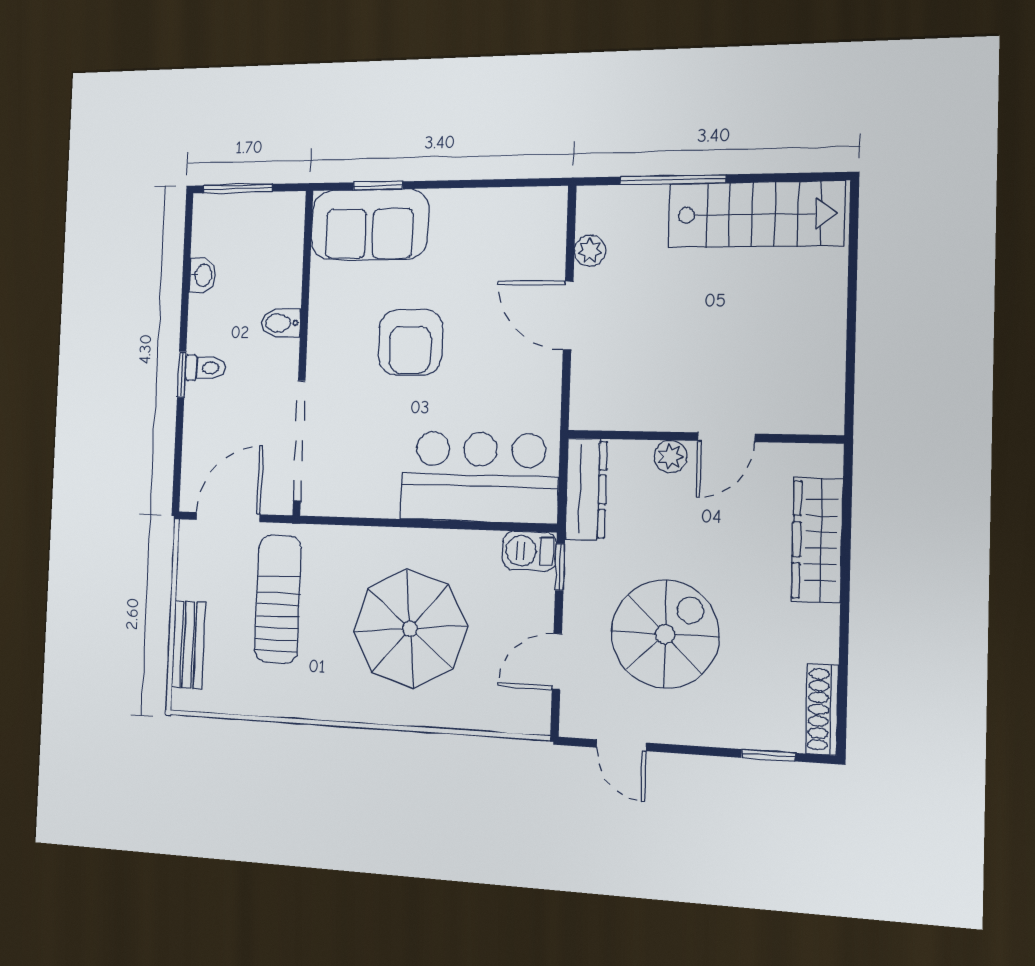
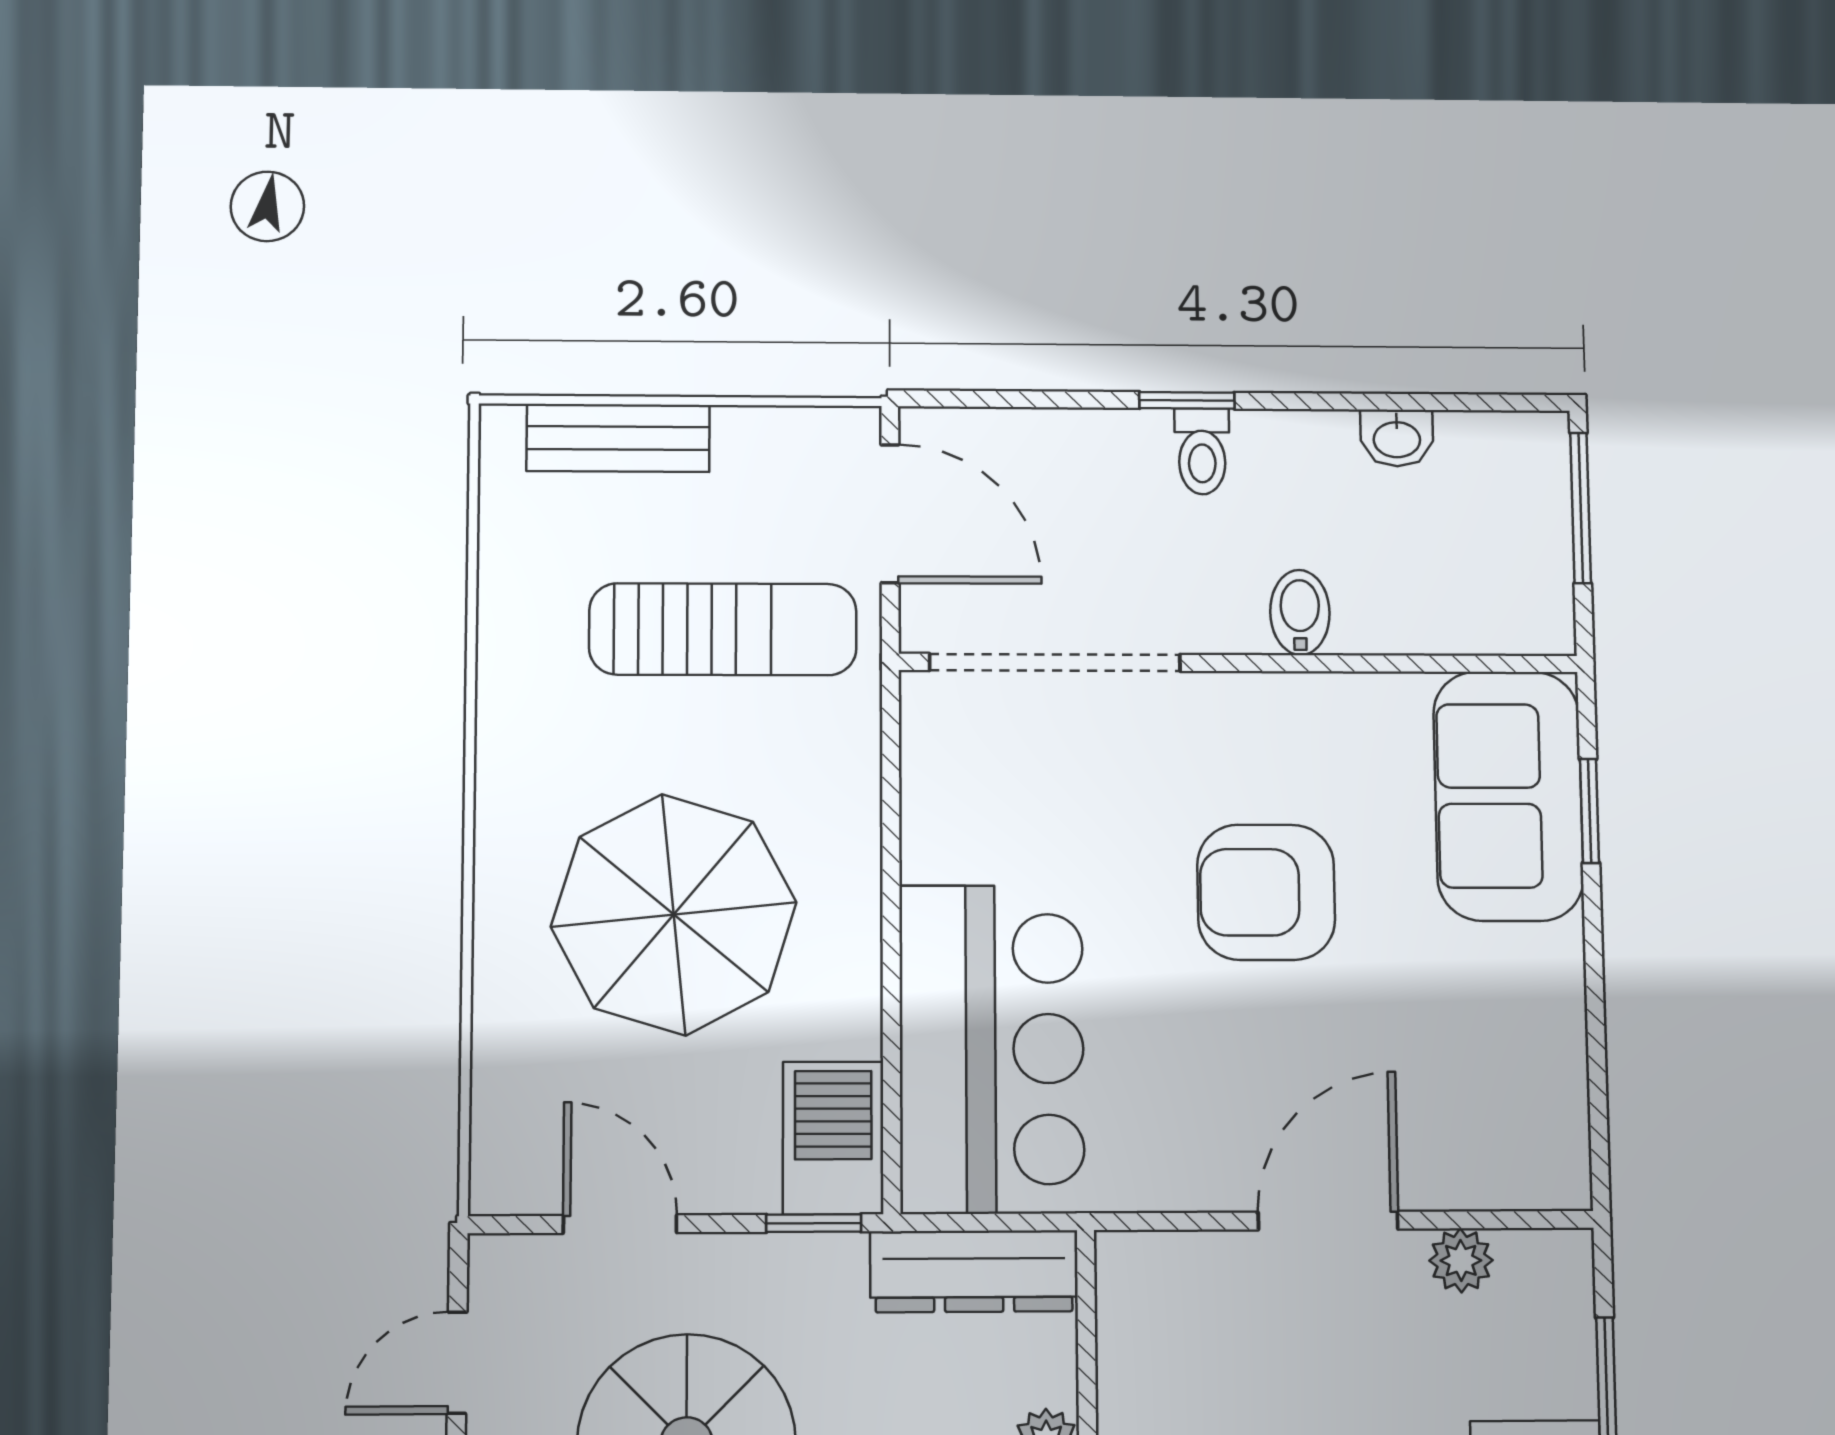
barbecue: (530, 551) -> (833, 1138), width x1.38, depth x1.27

